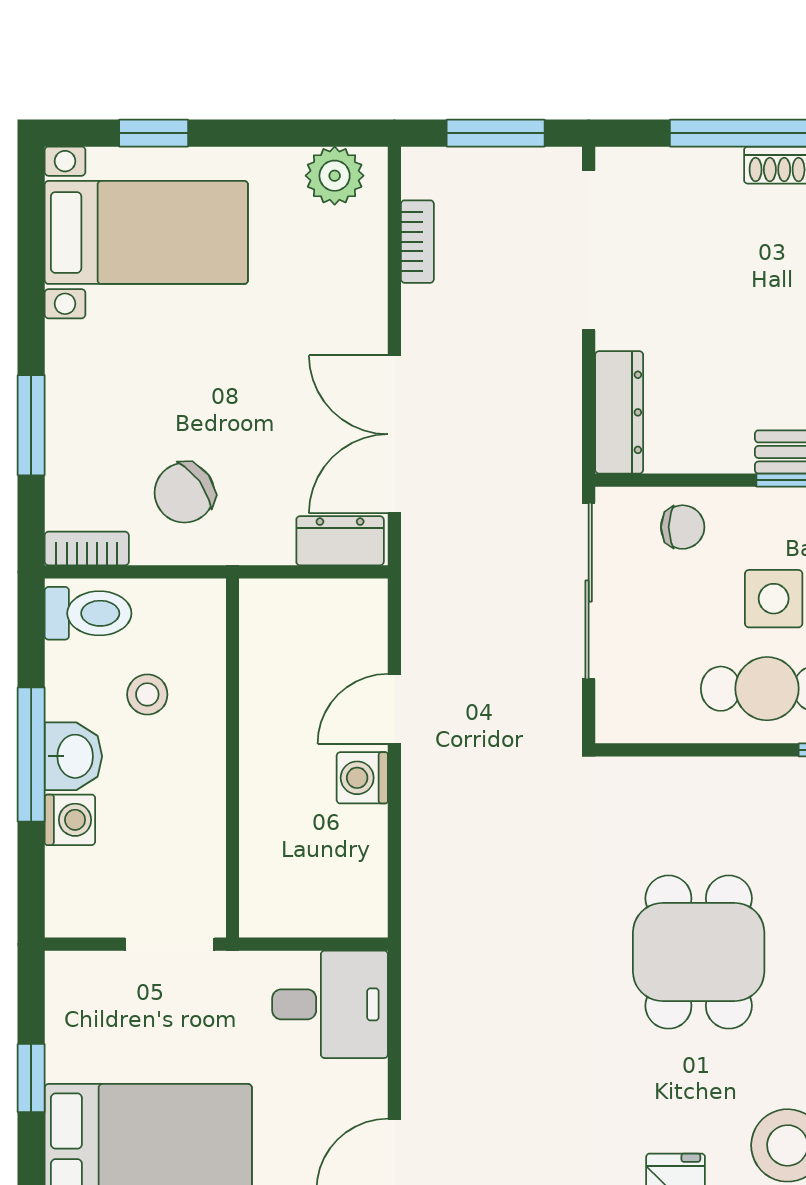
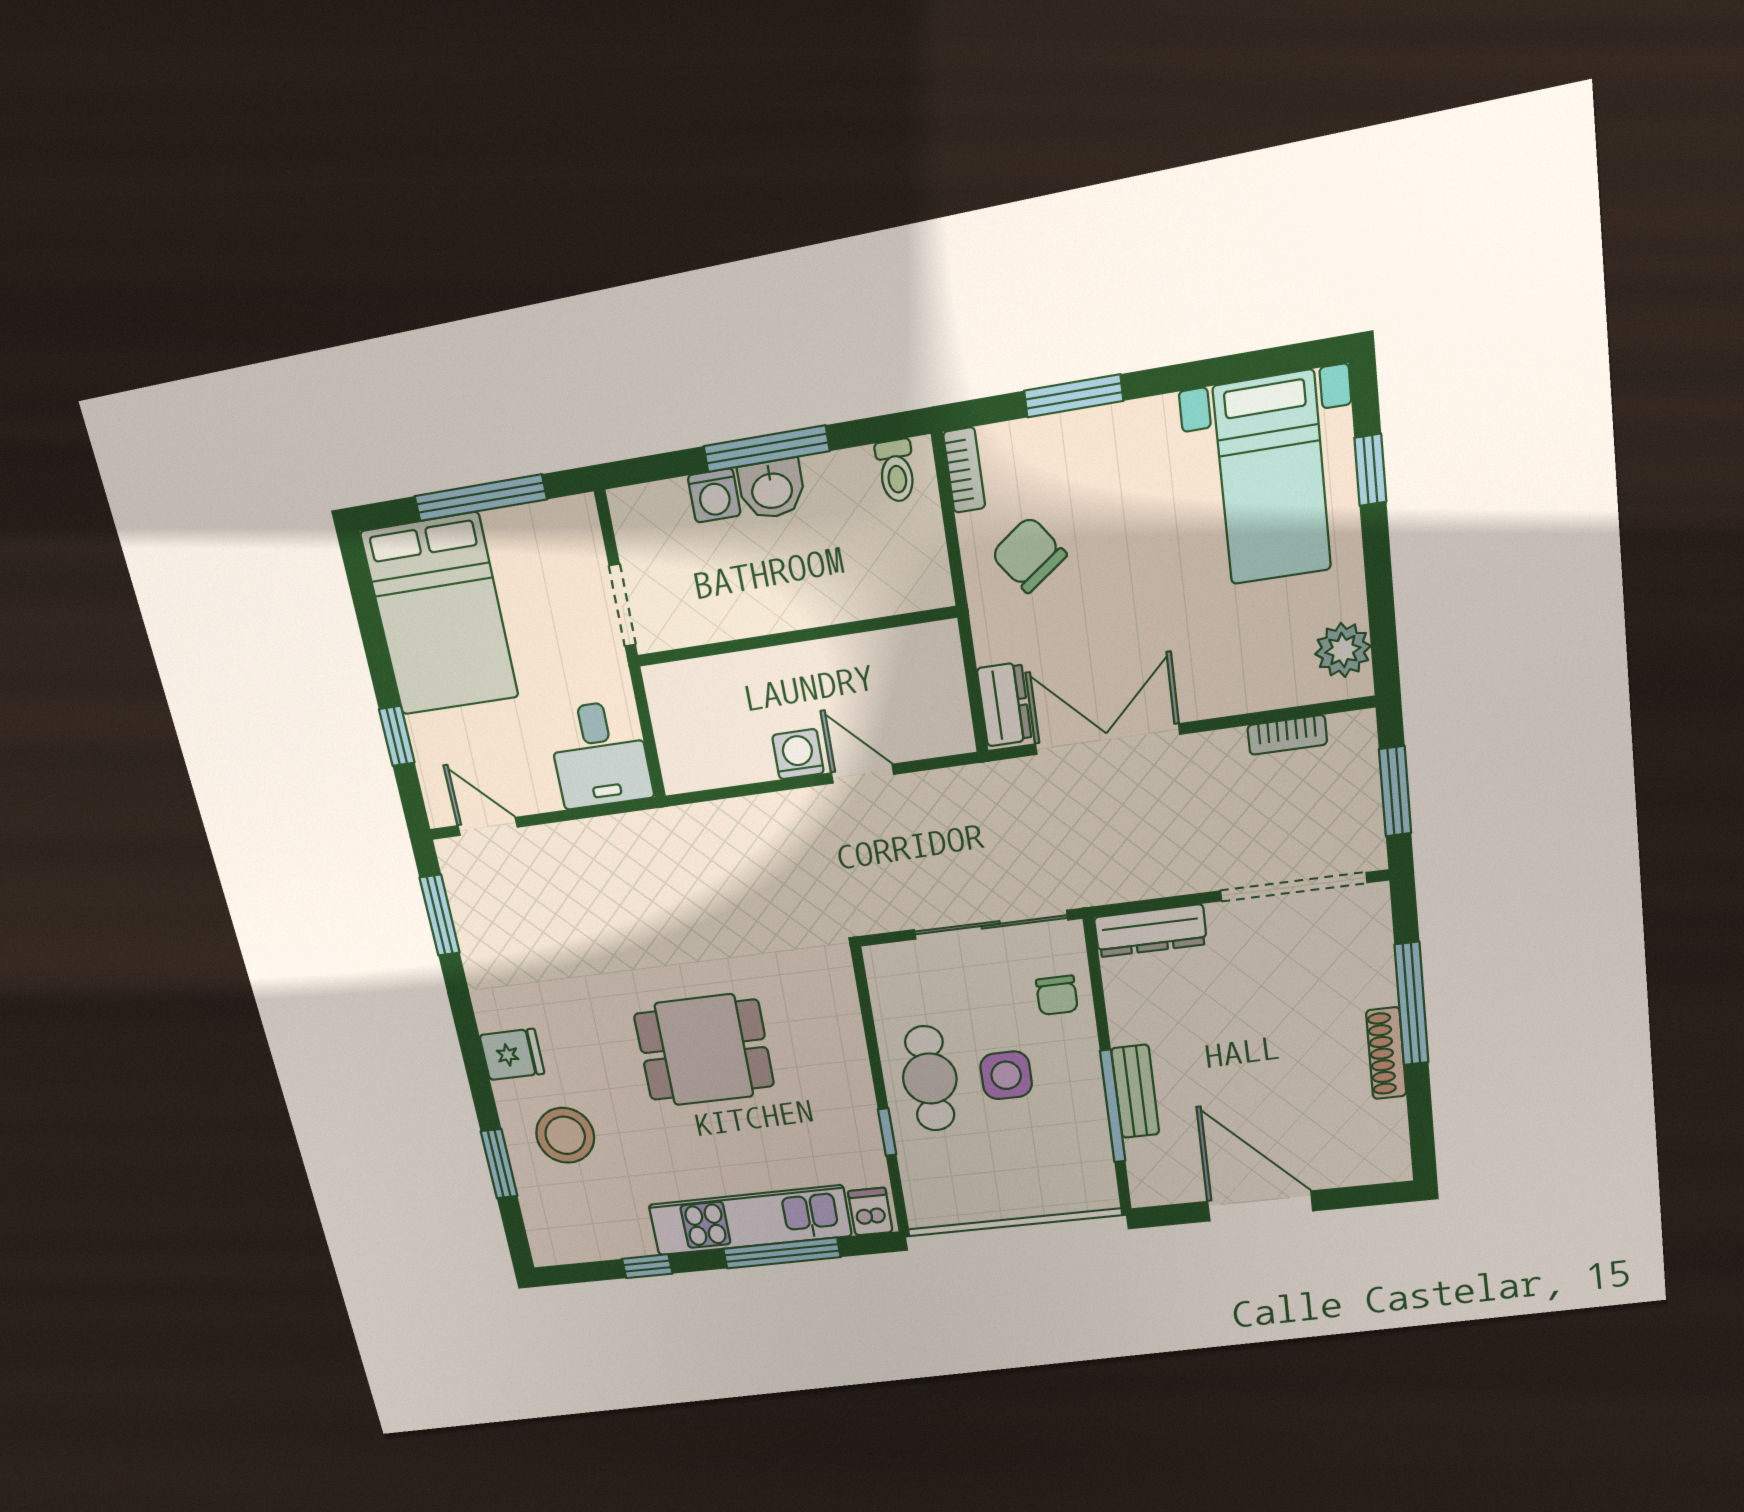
toilet: (88, 613) -> (896, 471), width x0.73, depth x0.72
stool: (147, 694) -> (839, 549), removed
window: (31, 1078) -> (481, 498), width x2.17

